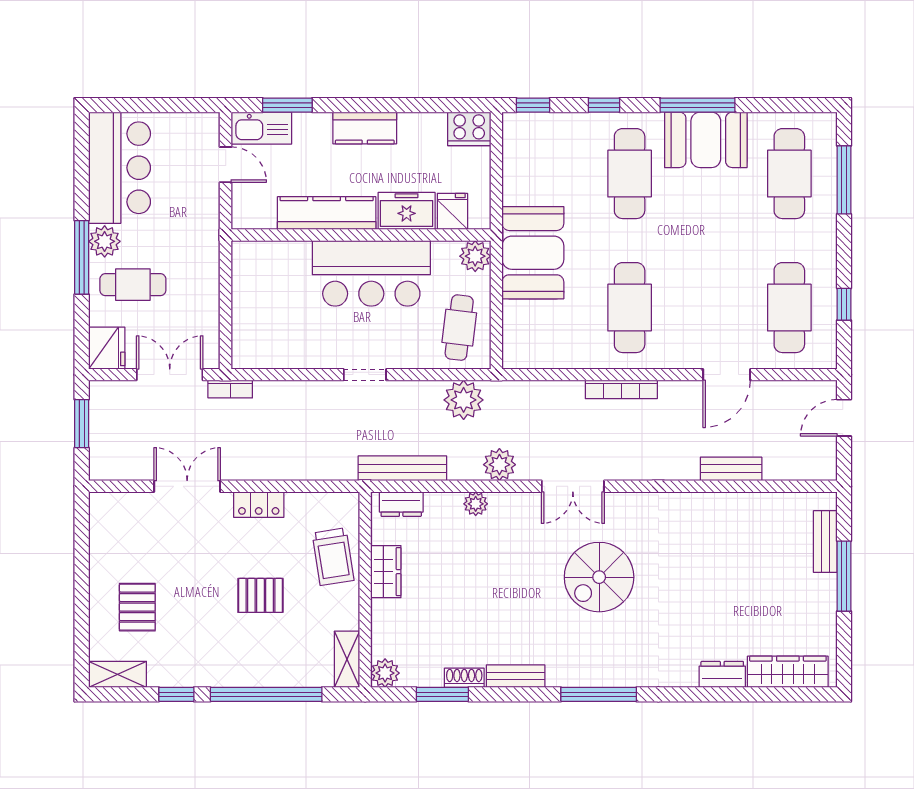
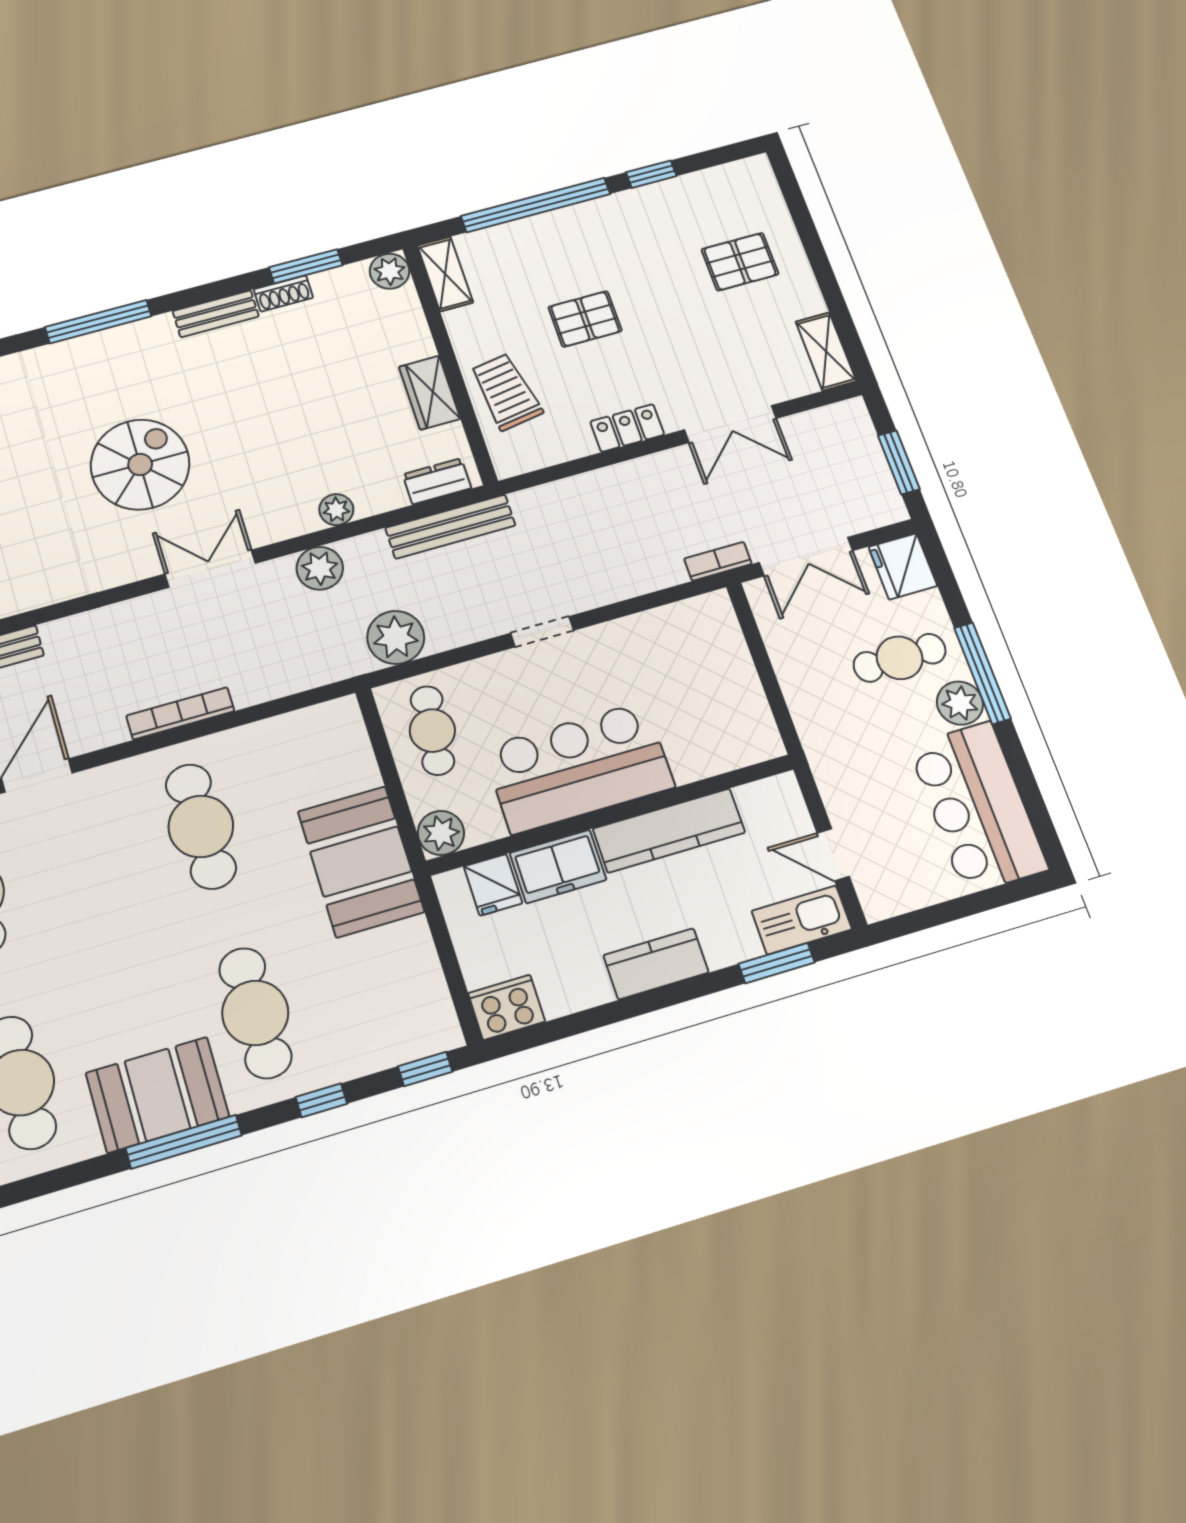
pallet: (137, 607) -> (740, 262), turned 90
shelving: (118, 674) -> (826, 351), moved, turned 90

